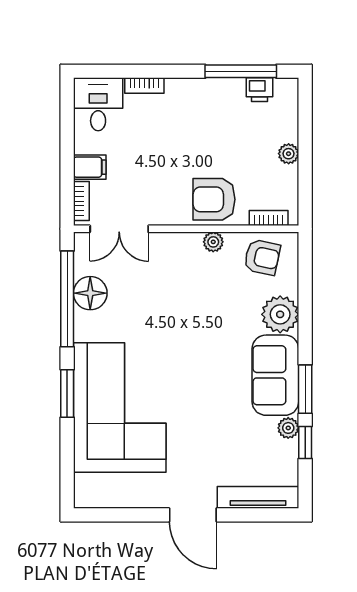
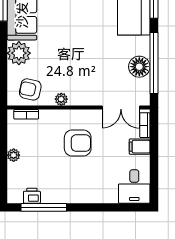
bookcase: (144, 86) -> (105, 198), removed
armchair: (214, 199) -> (78, 143), moved
double door: (119, 229) -> (121, 107), swing flipped

